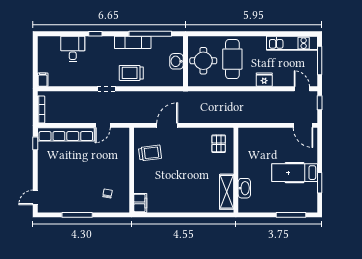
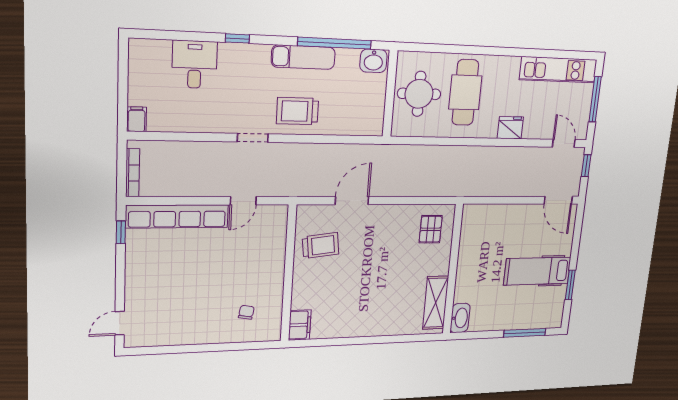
washbasin: (177, 61) -> (373, 61), moved, turned -90
washbasin: (244, 188) -> (460, 318), moved
window: (77, 215) -> (193, 348), removed

